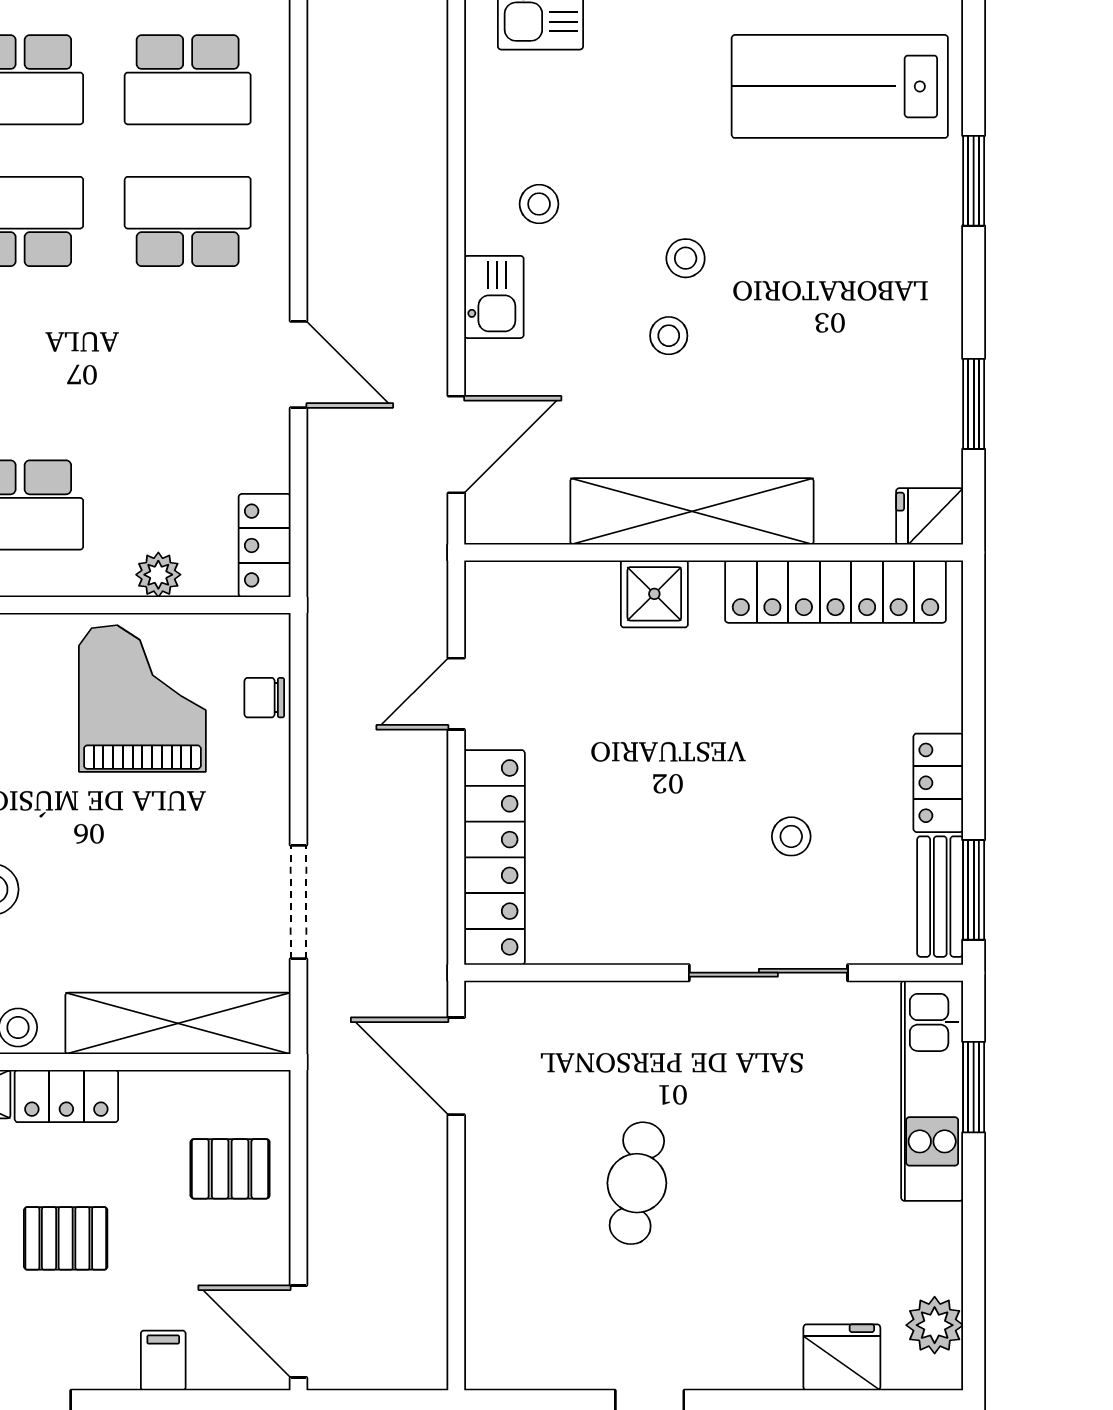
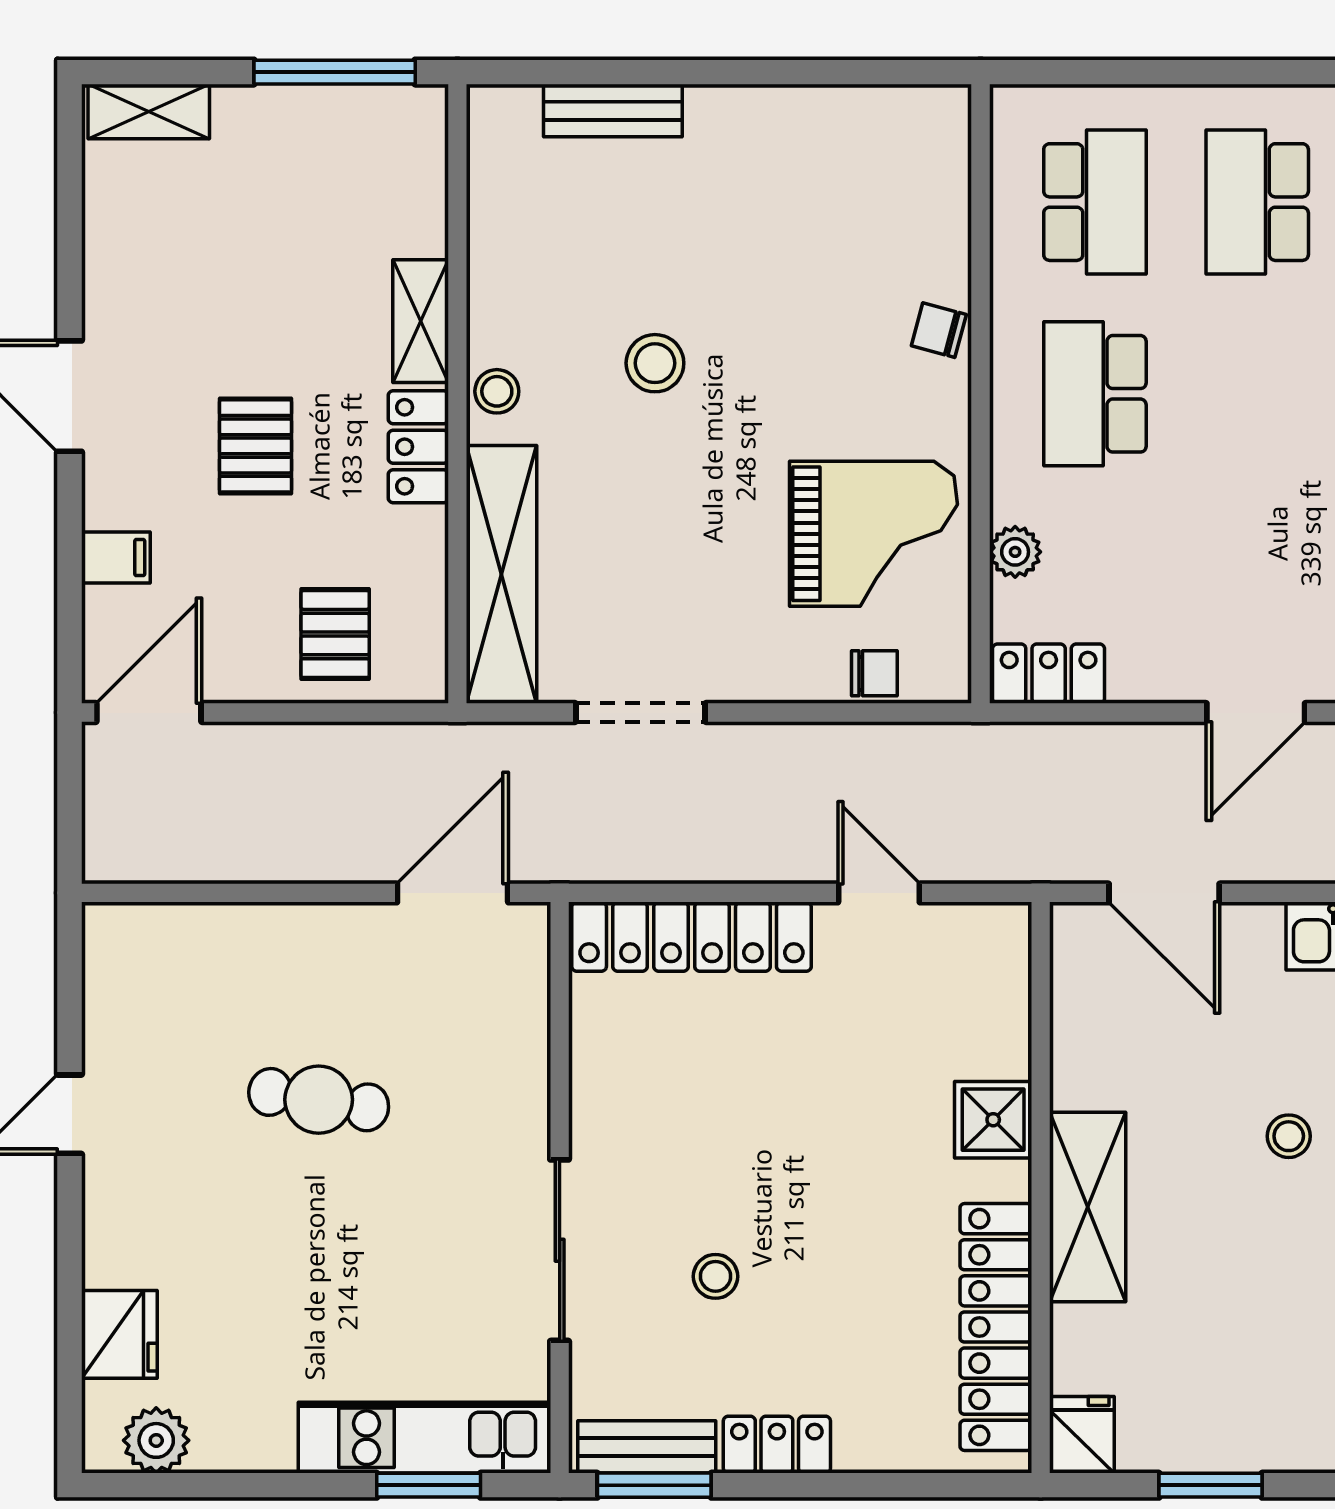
shelving: (692, 511) -> (1088, 1207), width x0.68
chair: (264, 698) -> (874, 673), turned 90

